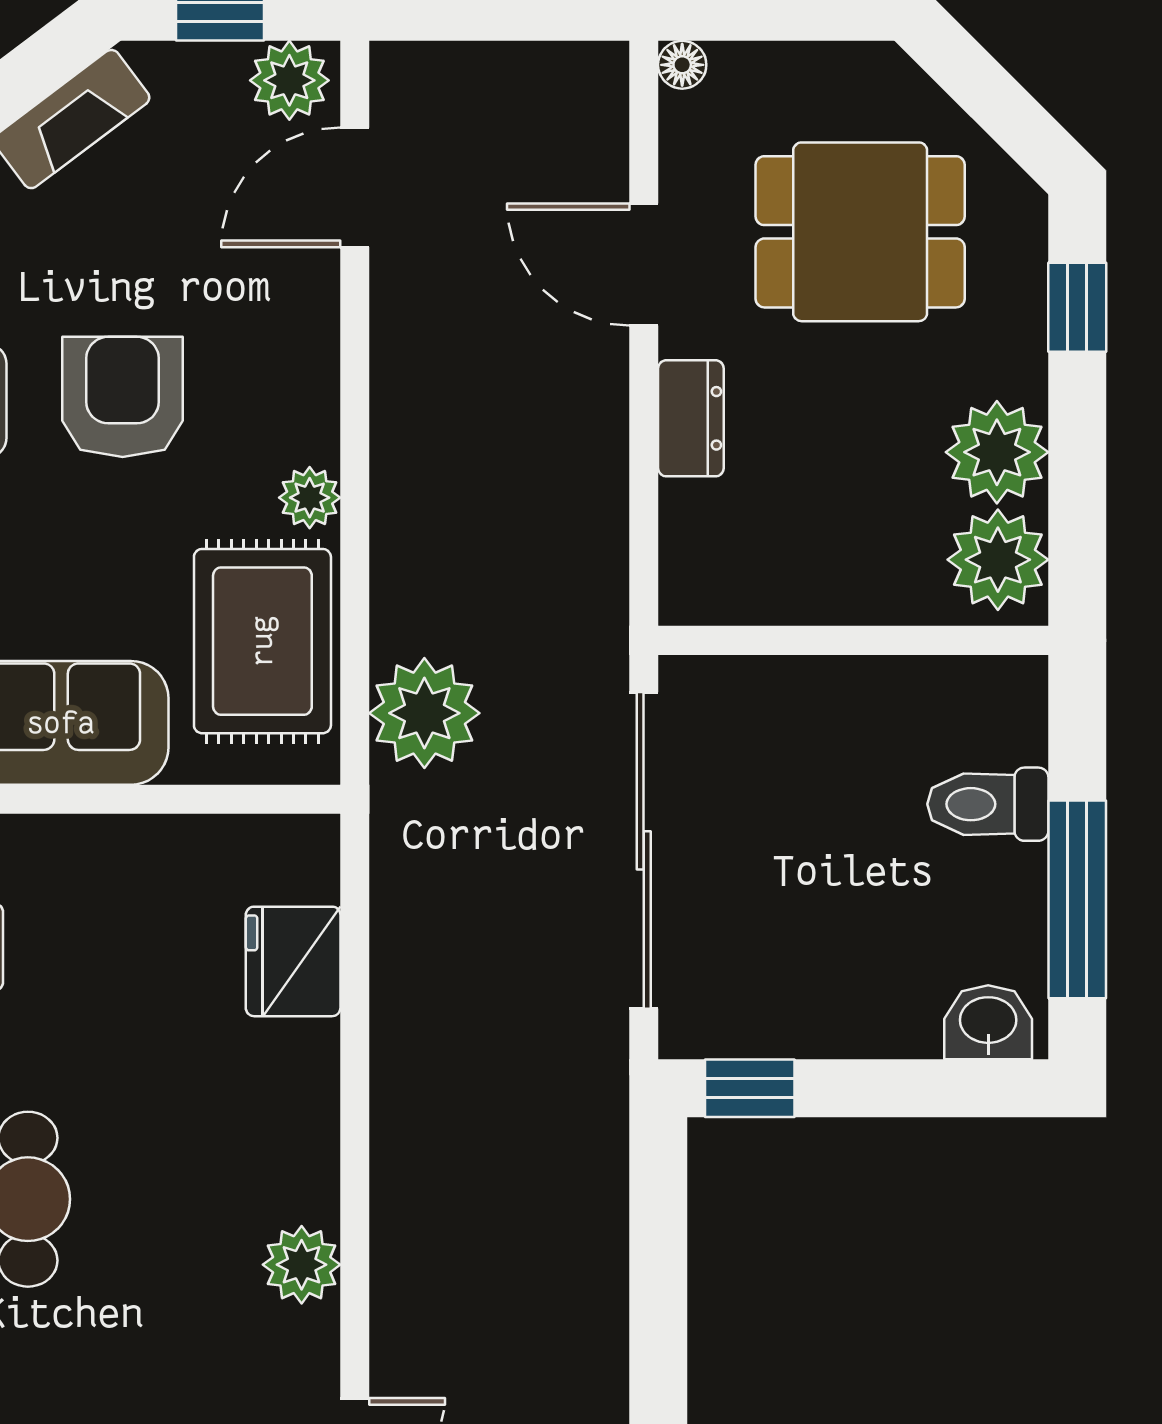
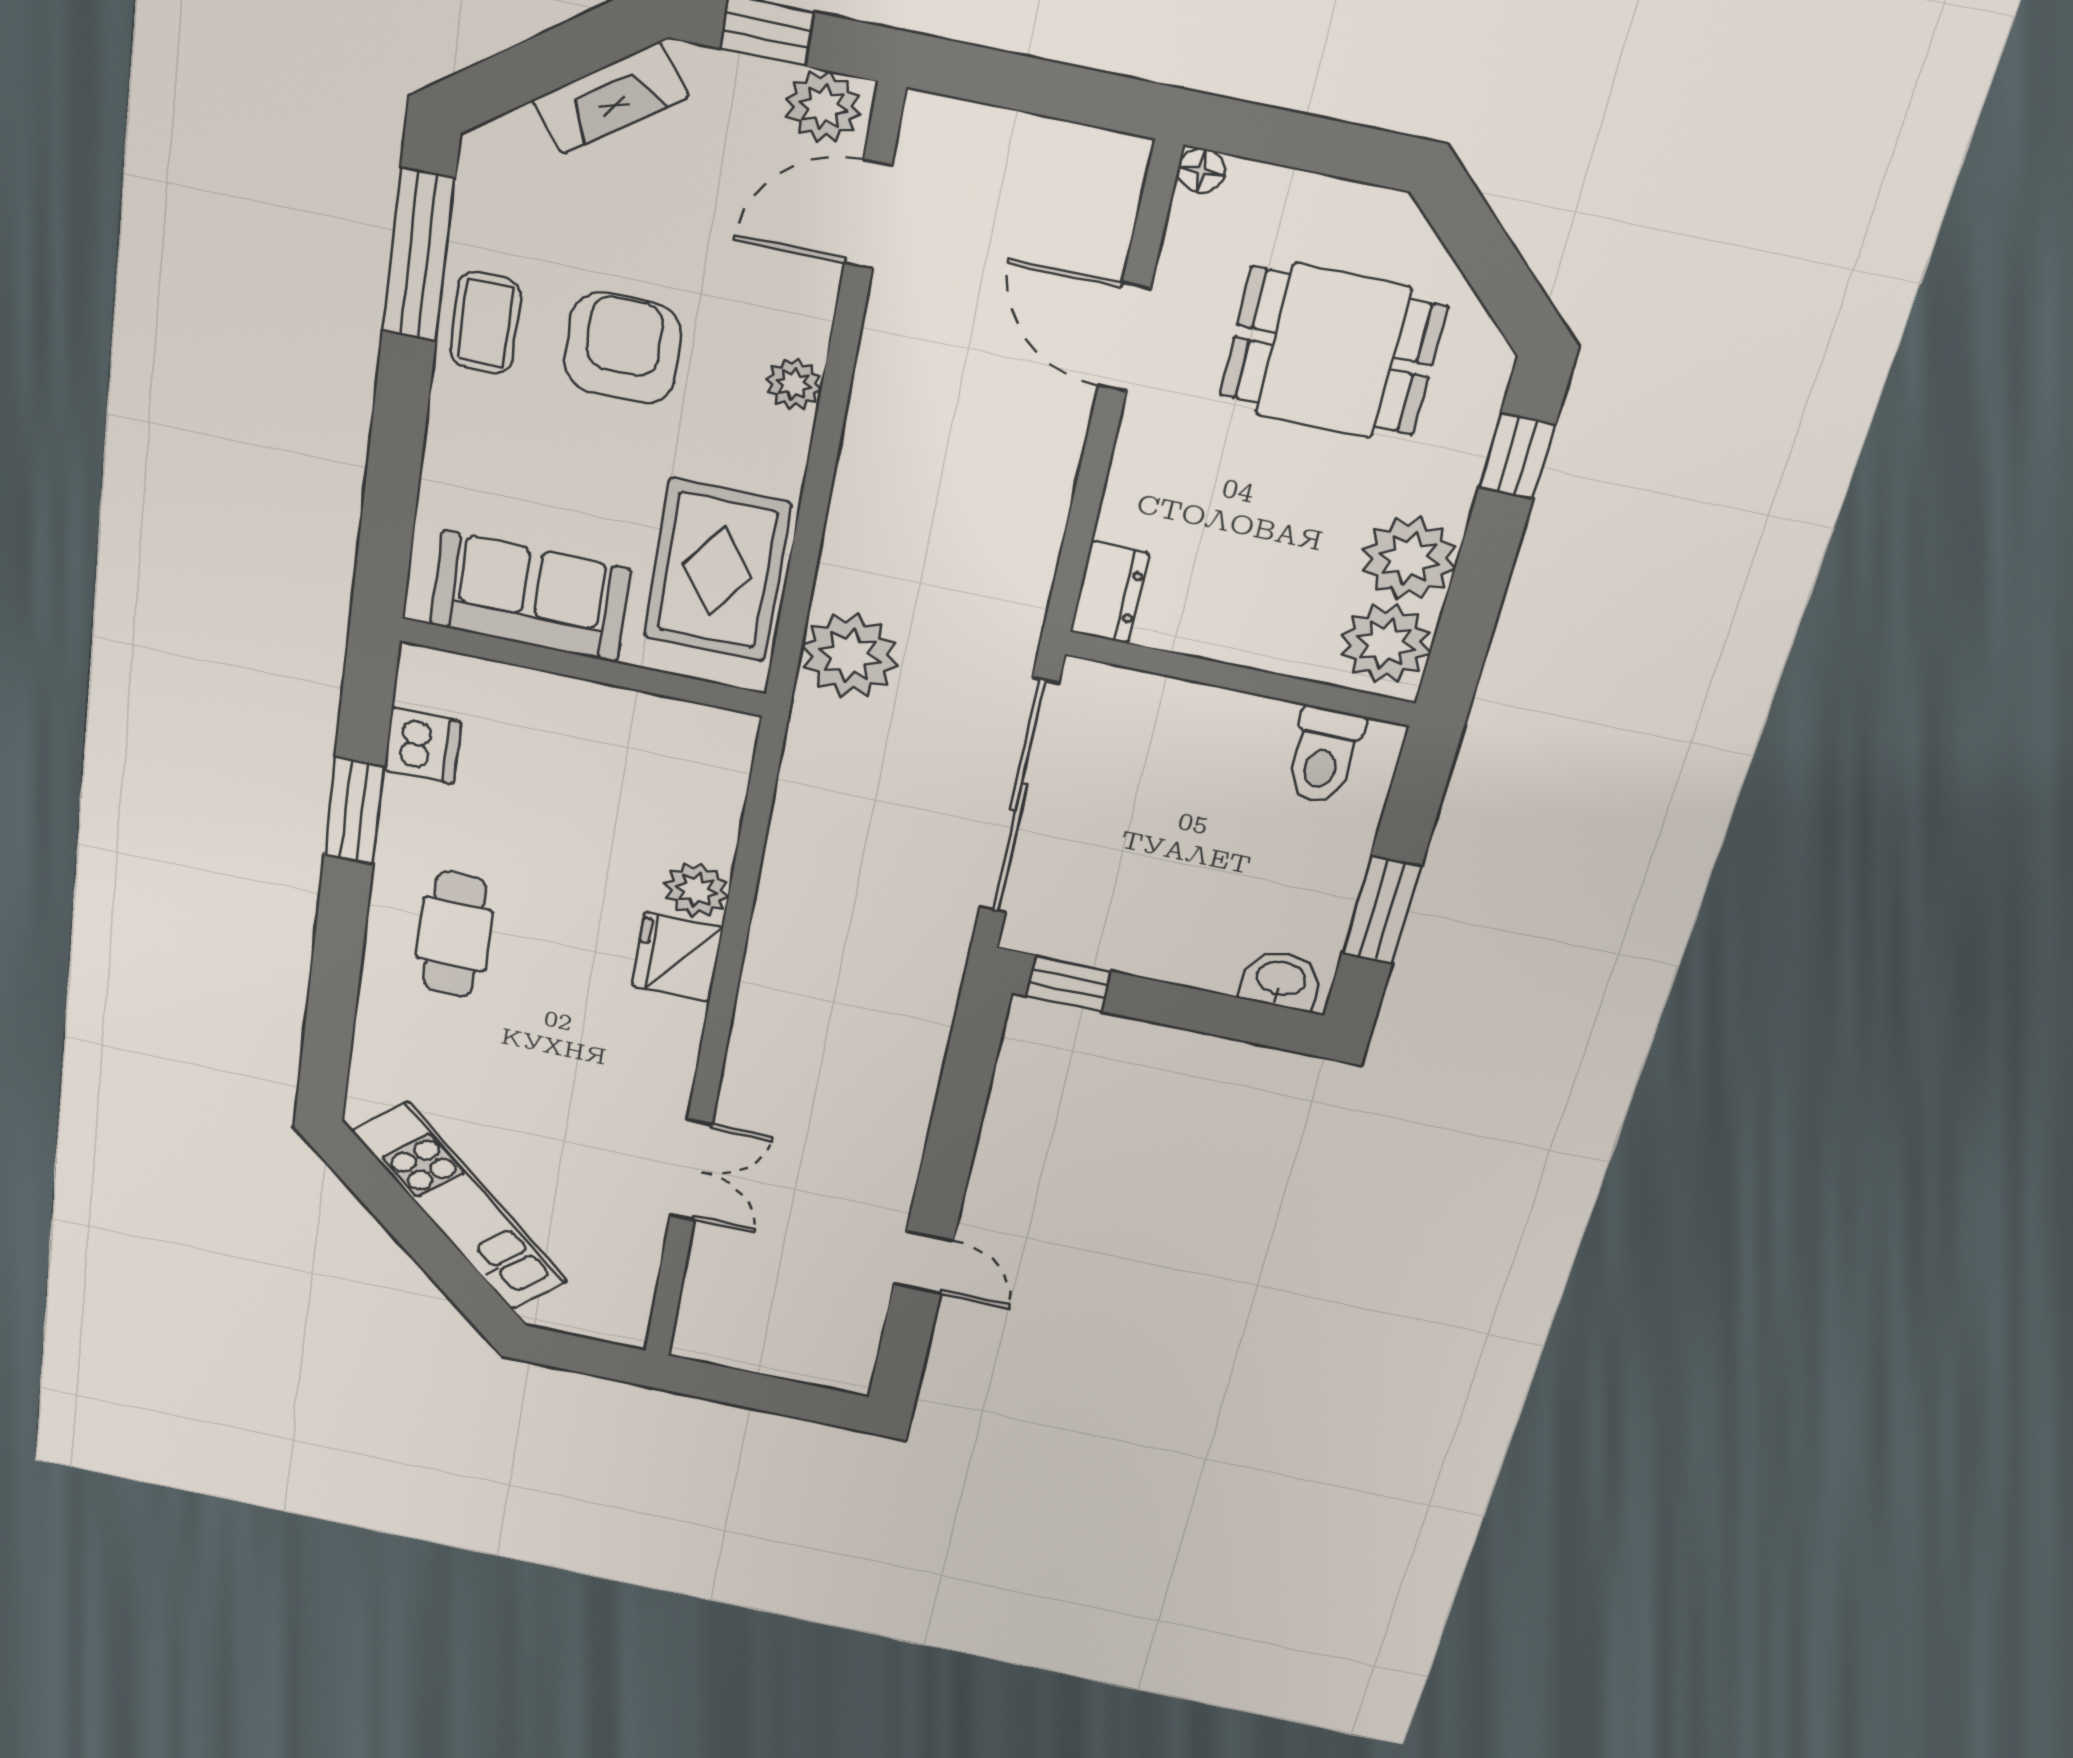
dresser: (691, 418) -> (1110, 593), moved
plant: (310, 498) -> (794, 384), moved
toilet: (988, 804) -> (1323, 756), moved, turned -90
window: (1077, 899) -> (1382, 910), width x0.69
fridge: (293, 961) -> (677, 957), moved
plant: (302, 1265) -> (696, 890), moved

